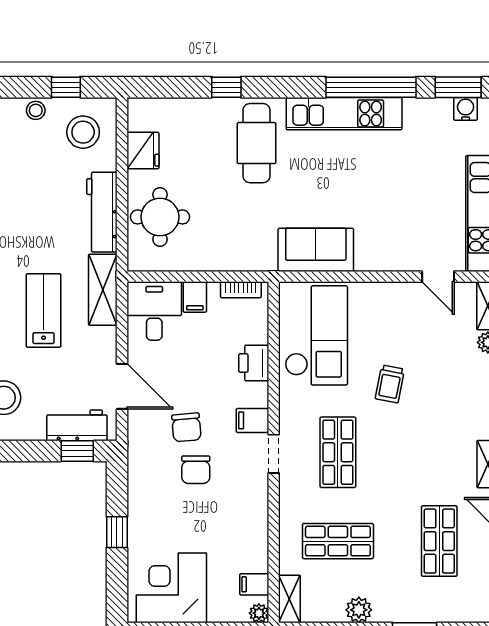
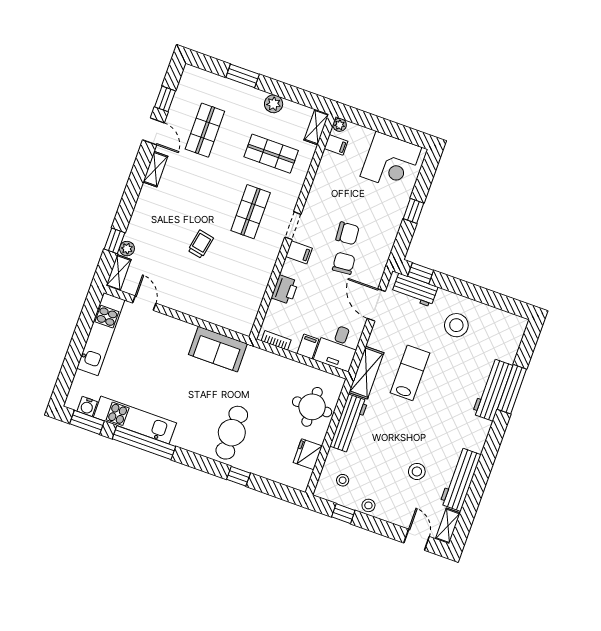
kitchen unit: (344, 114) -> (135, 420), moved
stool: (83, 132) -> (343, 480), width x0.53, depth x0.53
lab bench: (44, 310) -> (410, 373), turned 180
checkout: (316, 335) -> (237, 293), removed
chair: (196, 470) -> (347, 233), turned 86

